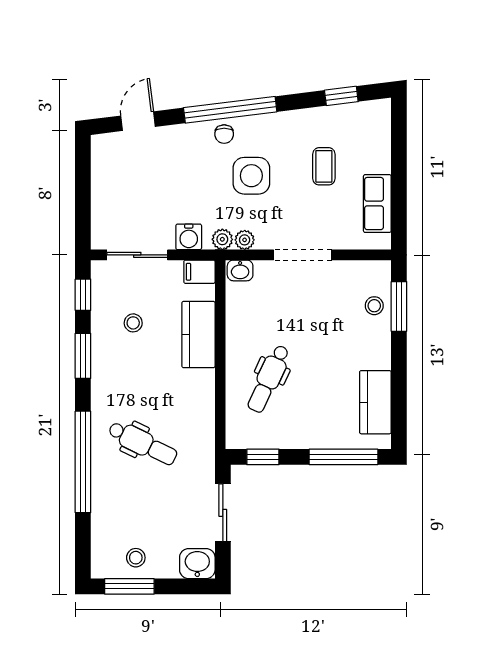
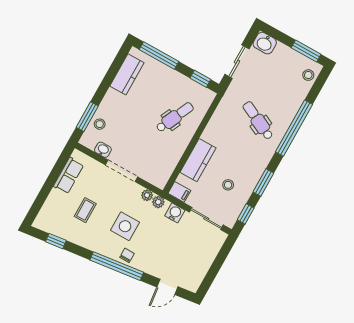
washbasin: (240, 270) -> (103, 150), moved
stool: (136, 558) -> (308, 75), moved

